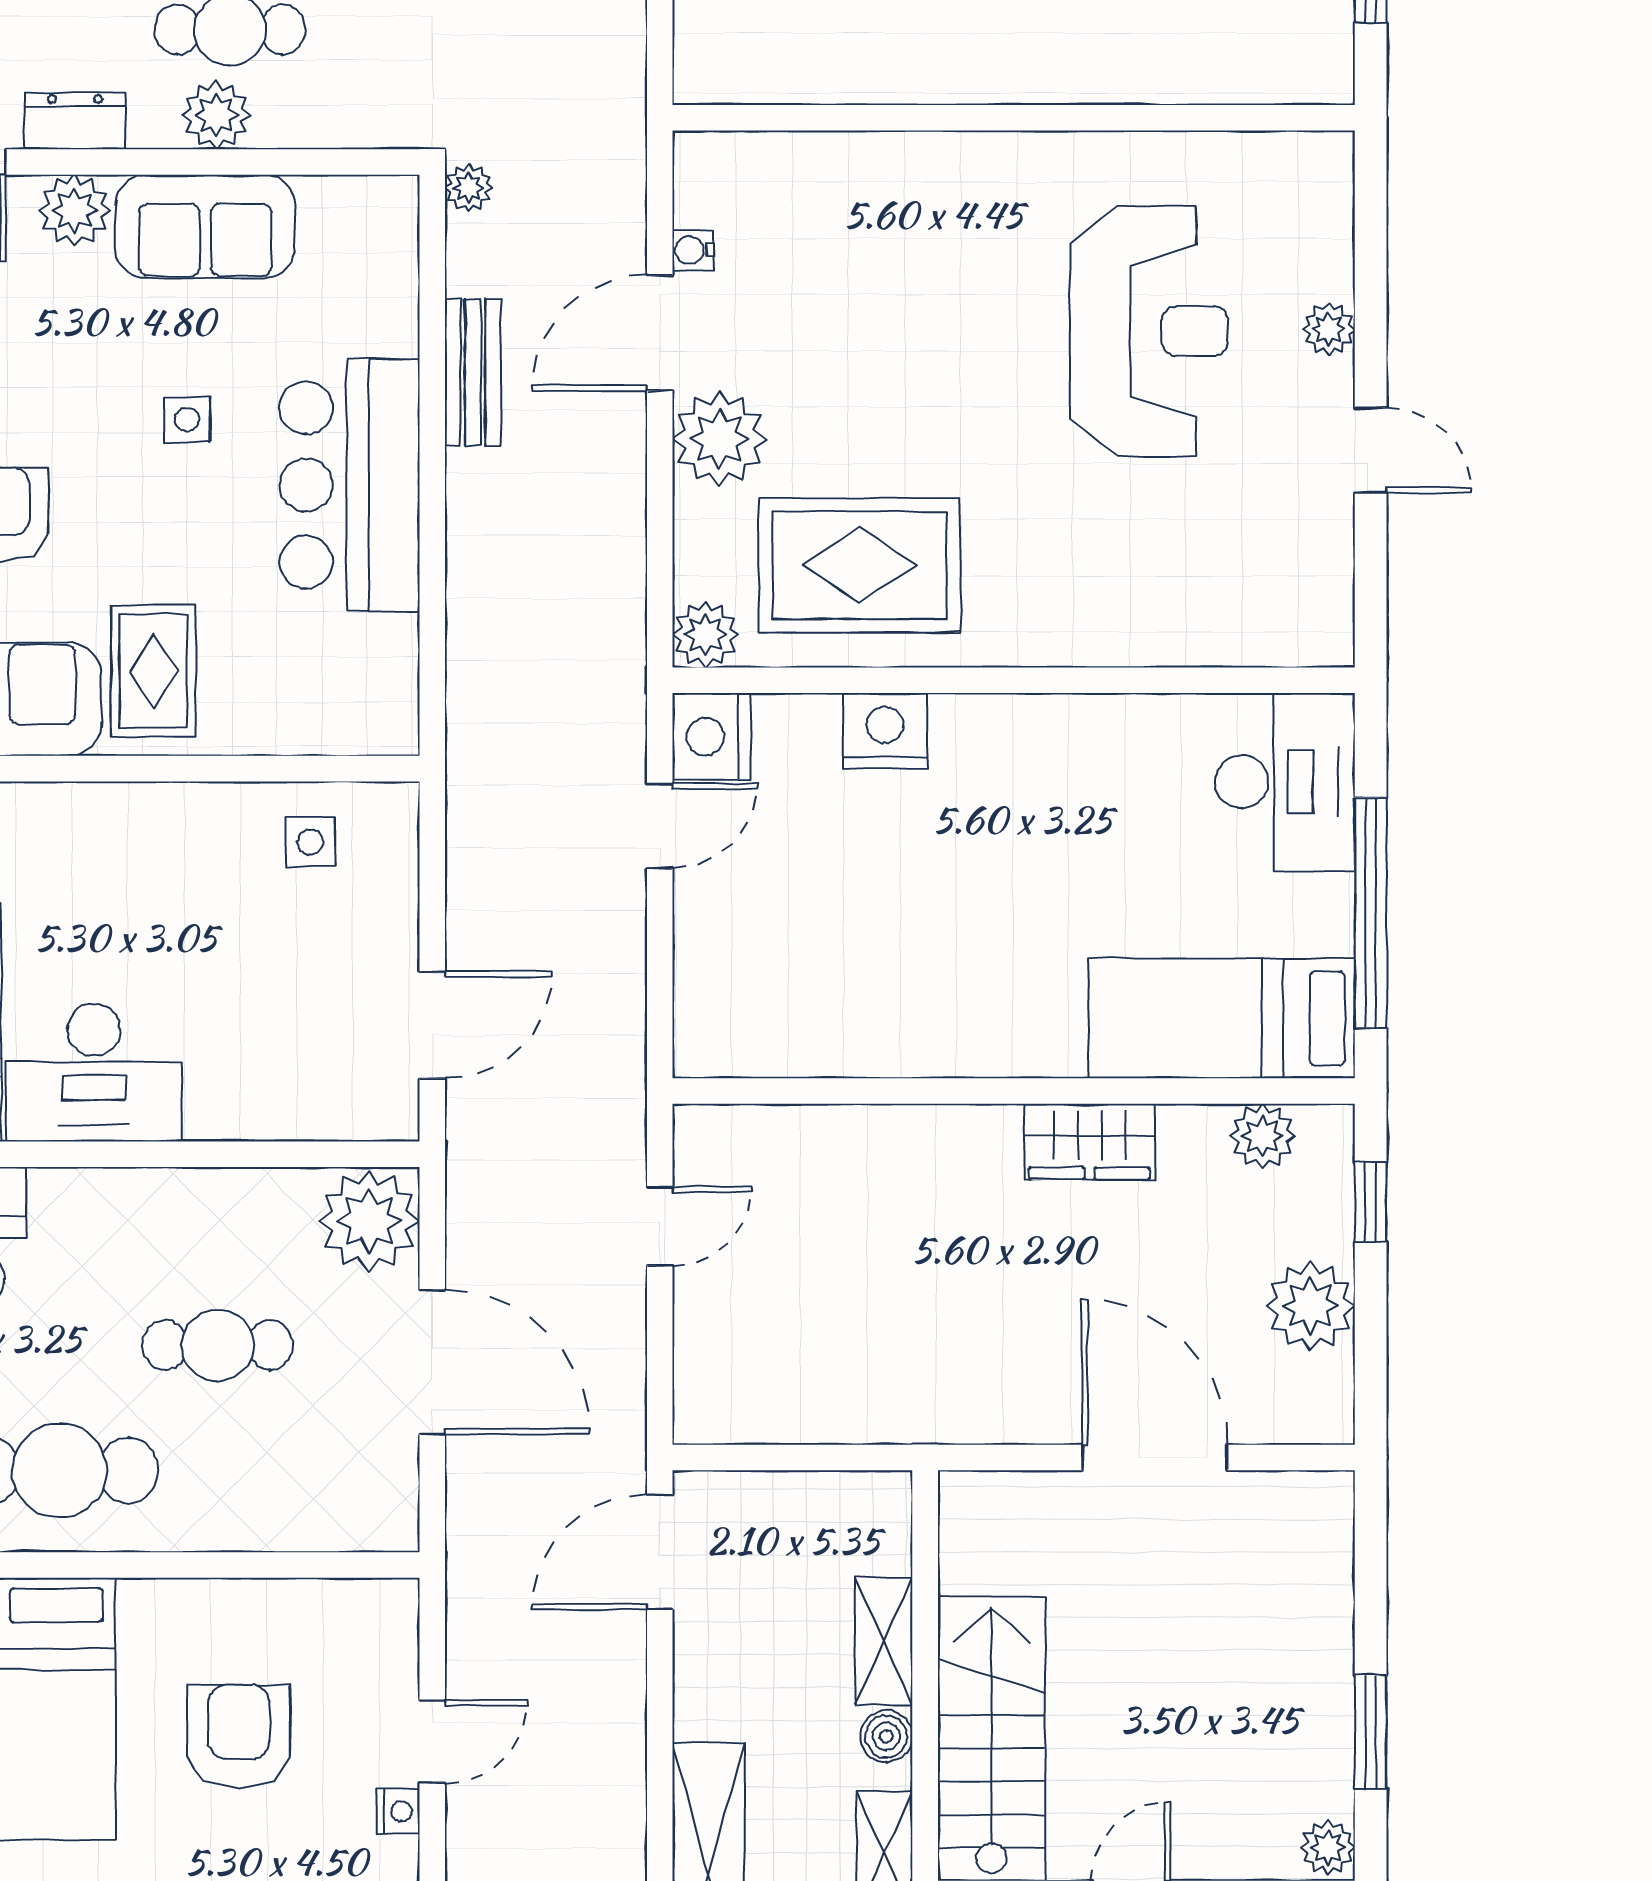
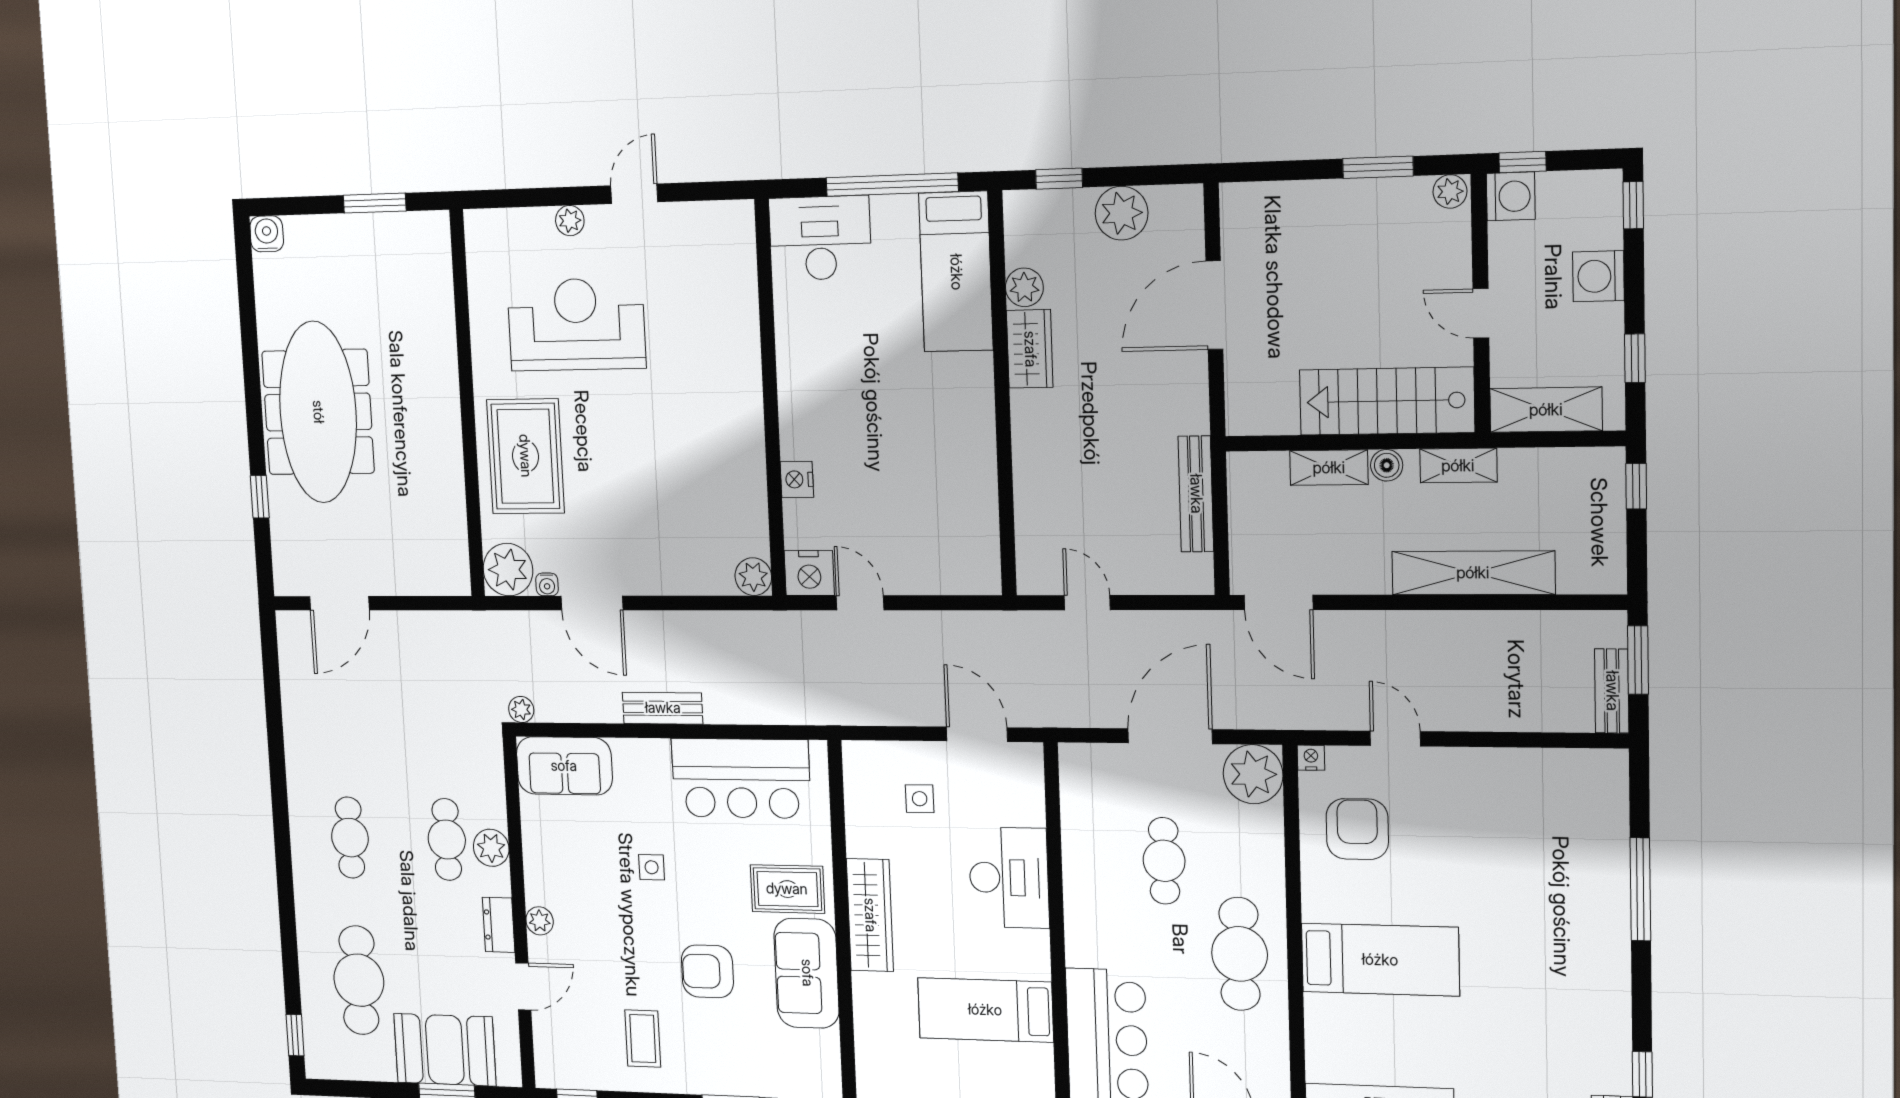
plant: (75, 210) -> (540, 921), width x0.73, depth x0.73
sofa: (205, 226) -> (564, 766), moved, turned 90
bench: (473, 372) -> (663, 708), moved
plant: (719, 439) -> (508, 570), moved
bar counter: (350, 485) -> (741, 778), moved
rug: (859, 565) -> (525, 456), moved
nightstand: (885, 731) -> (797, 479), width x0.74, depth x0.75
wardrobe: (110, 820) -> (870, 915), added
side table: (310, 842) -> (920, 799), moved
desk: (94, 1072) -> (1009, 878), moved
plant: (1262, 1136) -> (1024, 287), moved
plant: (369, 1221) -> (1253, 774), moved
bench: (842, 1418) -> (1196, 494), added
armchair: (239, 1736) -> (1357, 829), moved, turned 90
nightstand: (398, 1811) -> (1311, 758), moved

